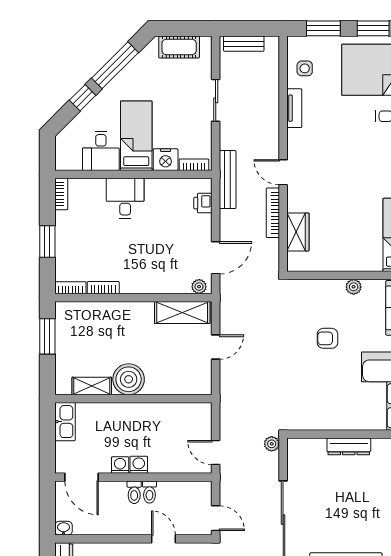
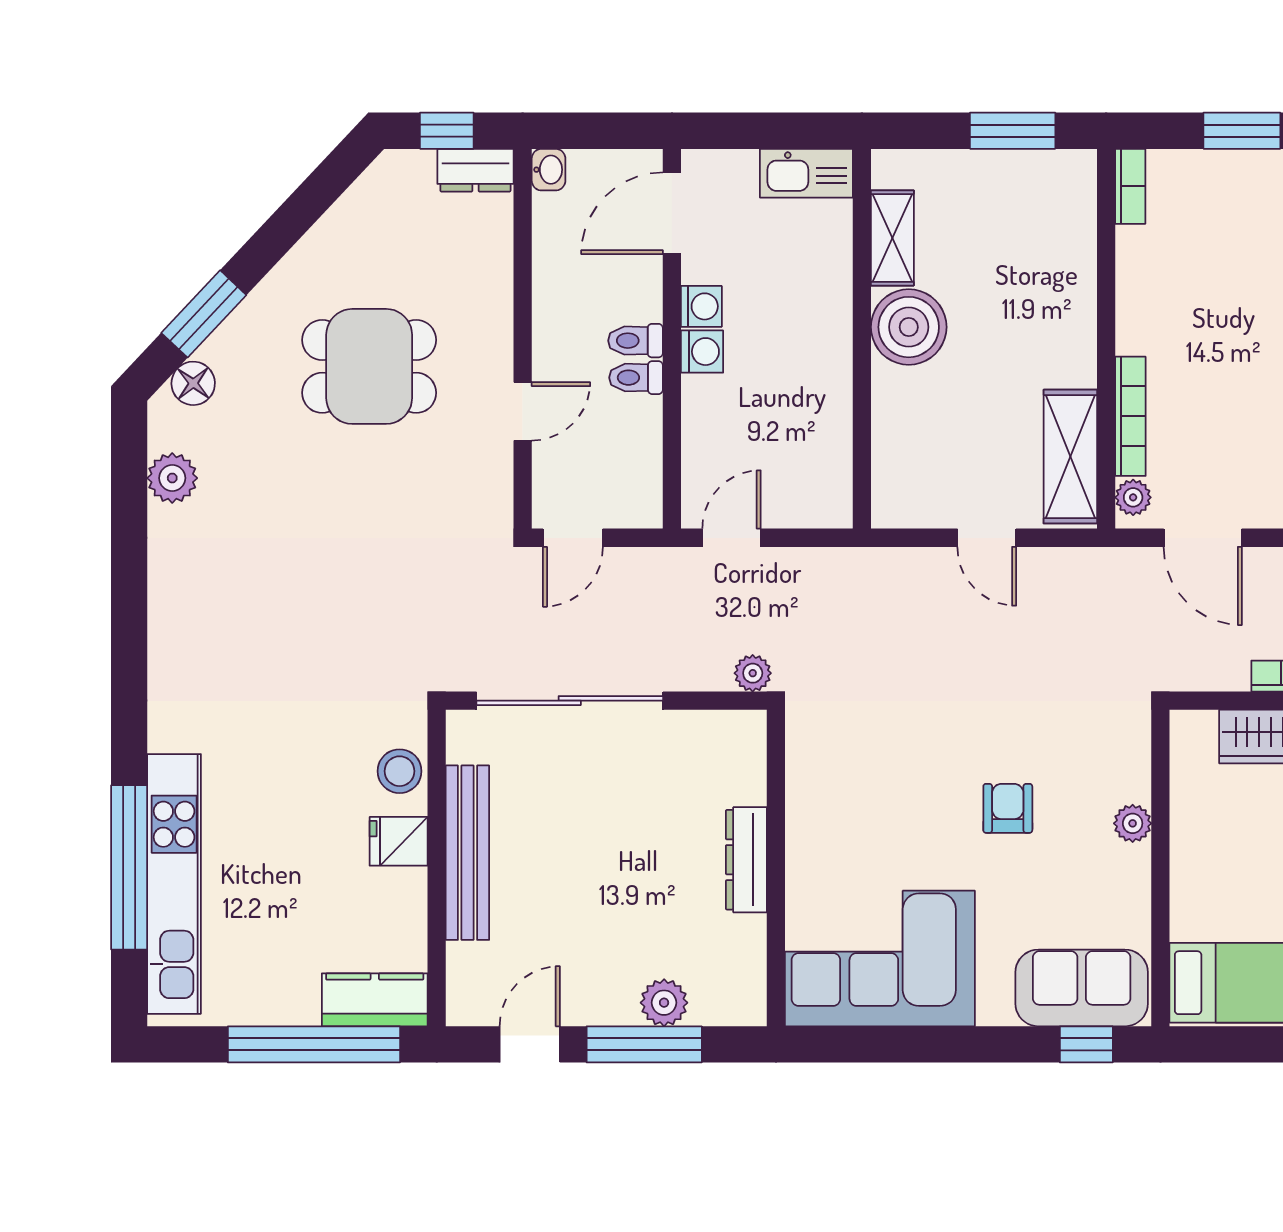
plant: (354, 287) -> (1133, 823), moved
bookcase: (103, 288) -> (1130, 416), moved, width x1.56

